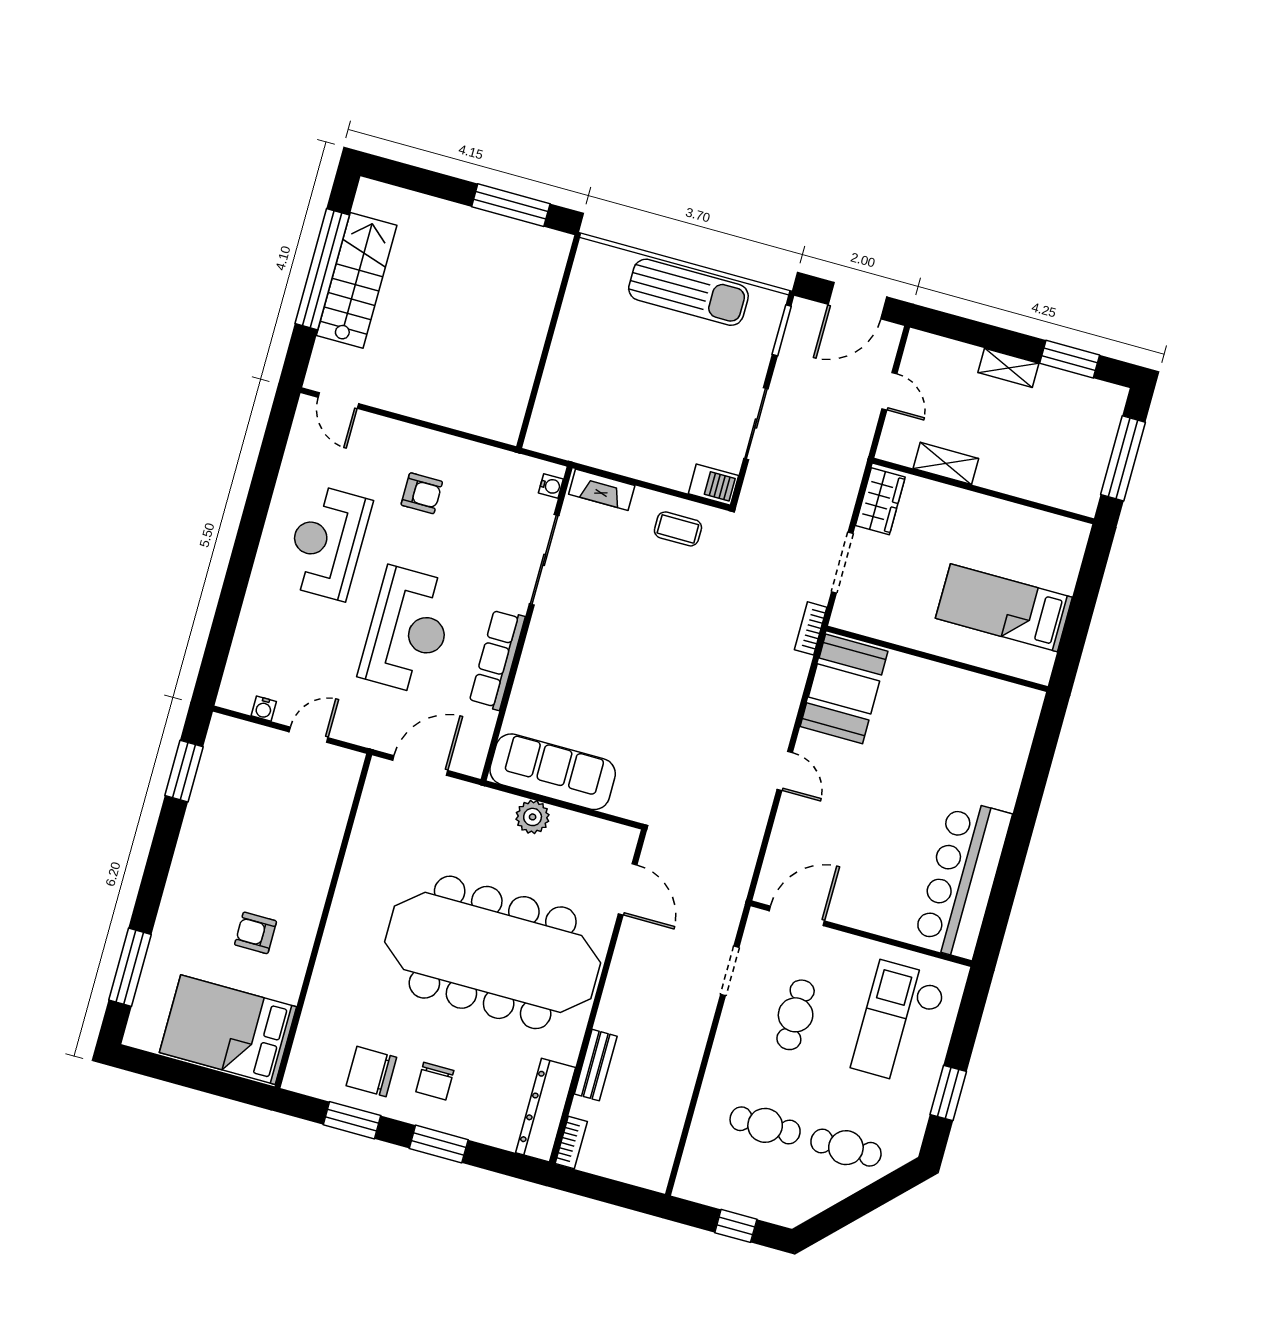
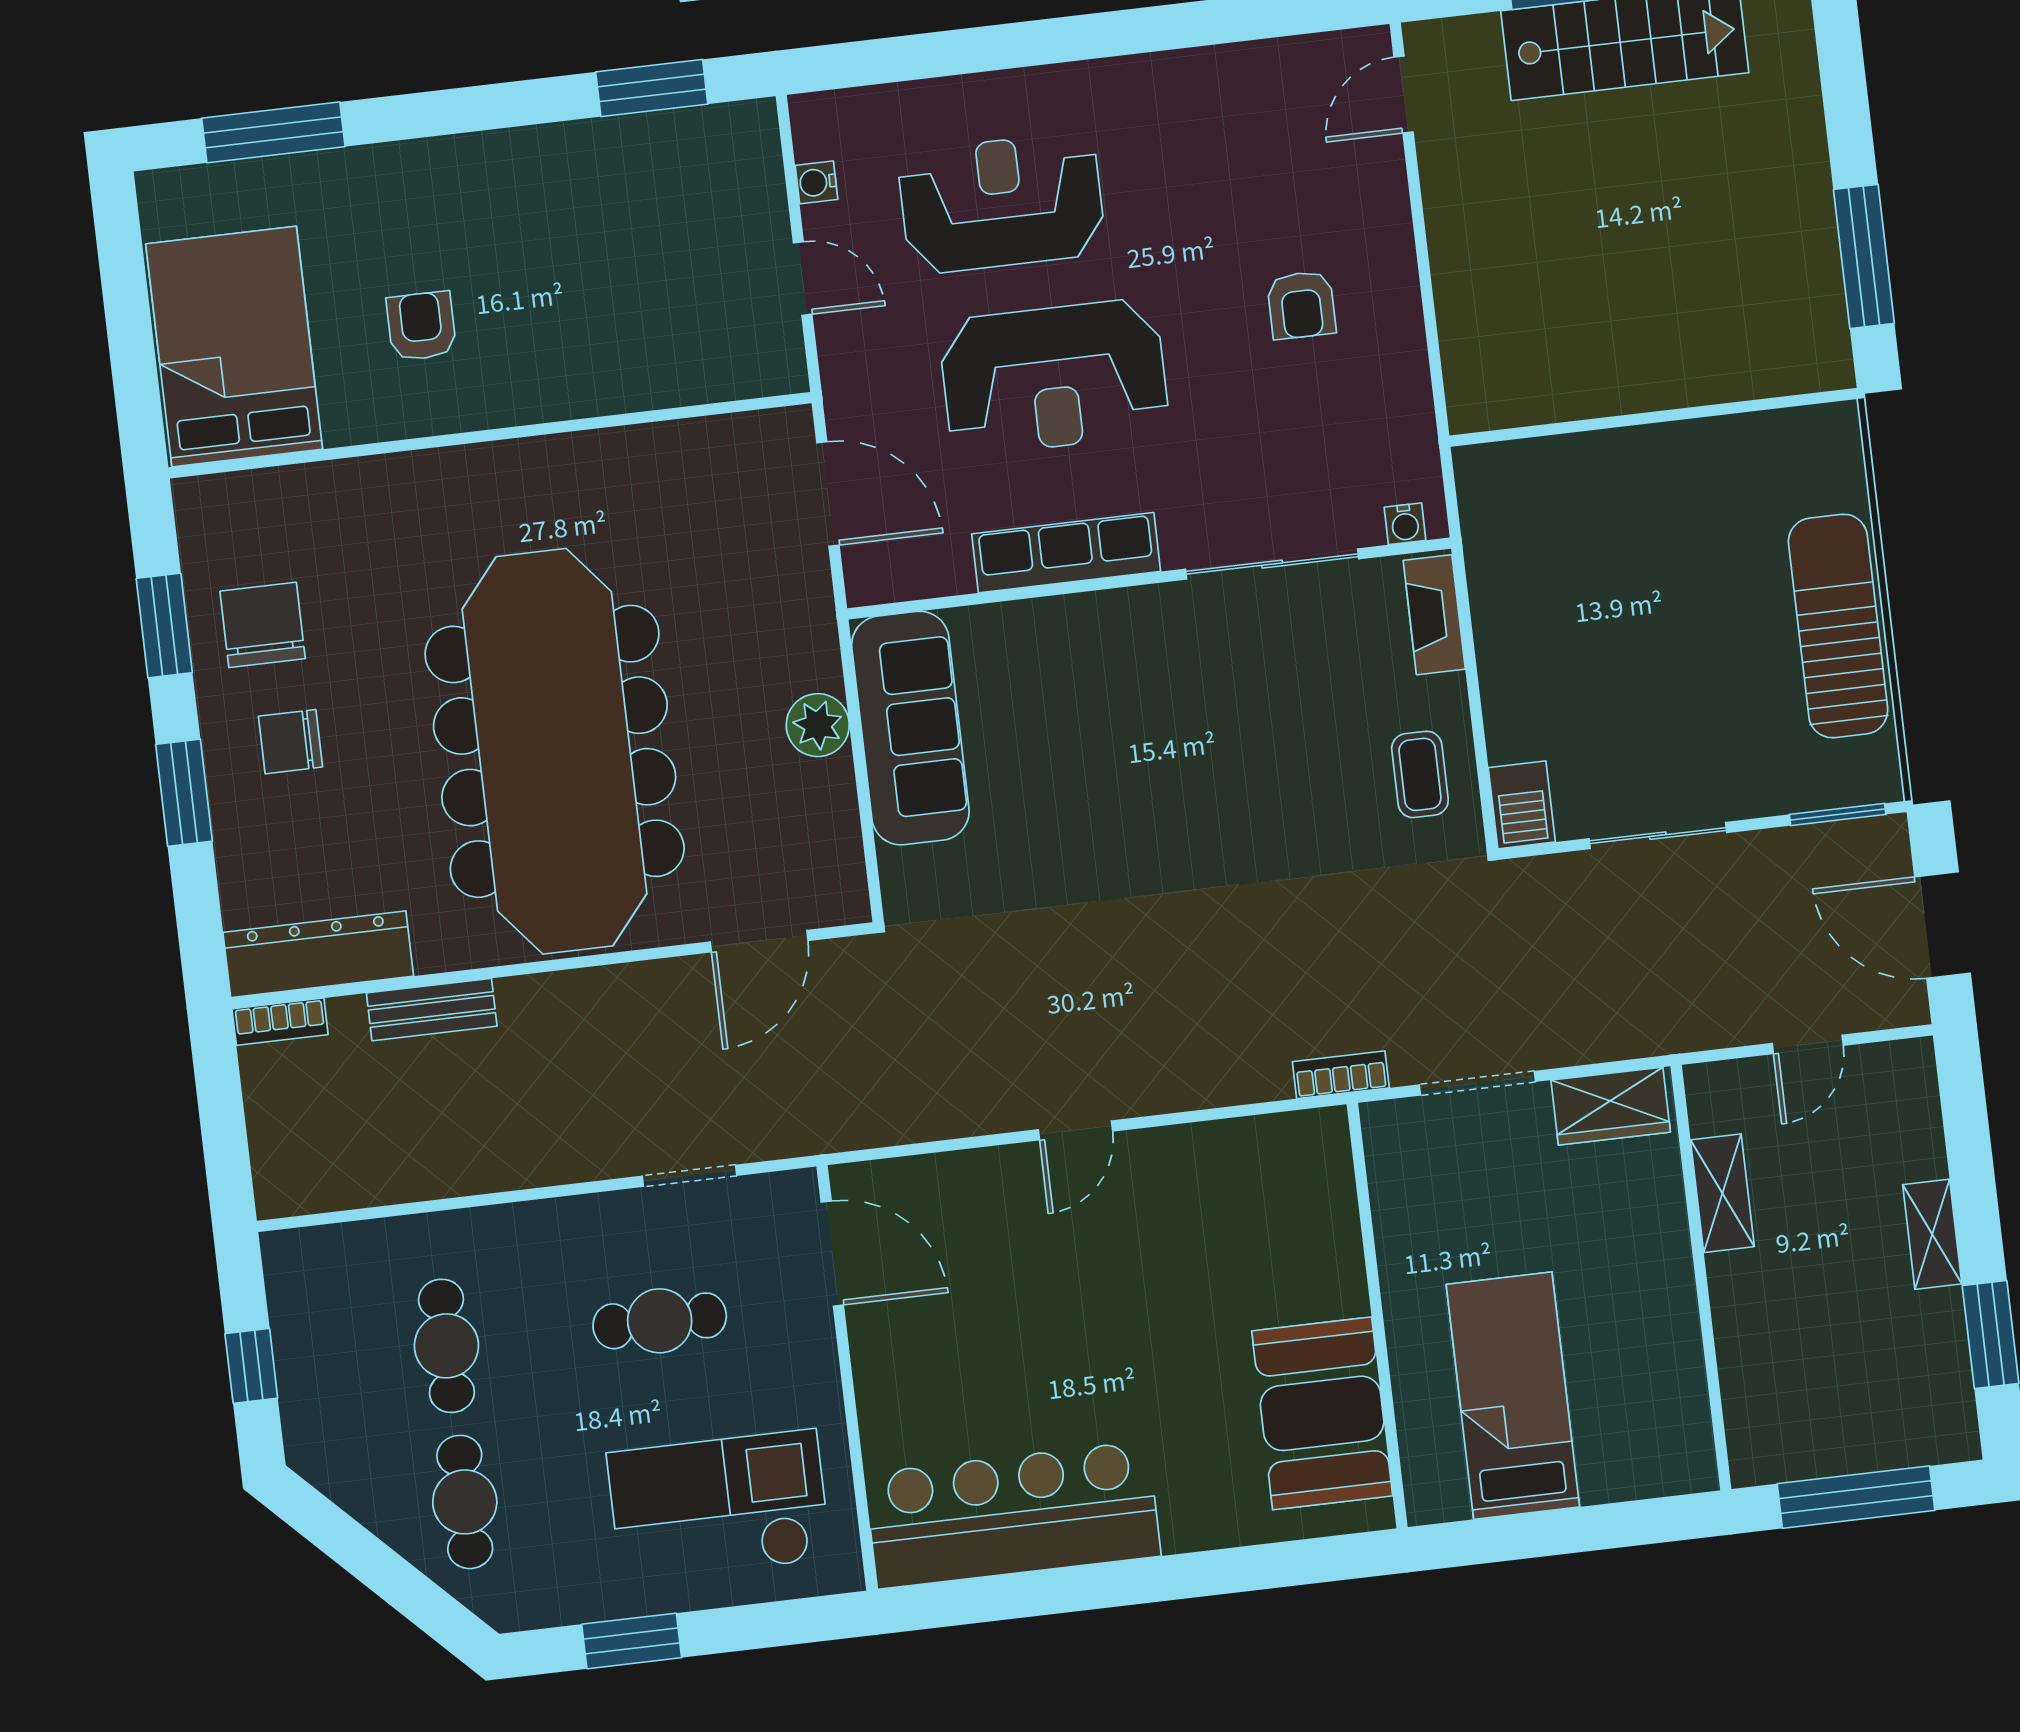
sun lounger: (688, 292) -> (1838, 626), turned 180
reception desk: (327, 543) -> (1002, 203), moved
booth: (844, 689) -> (1322, 1413), moved, turned 90

